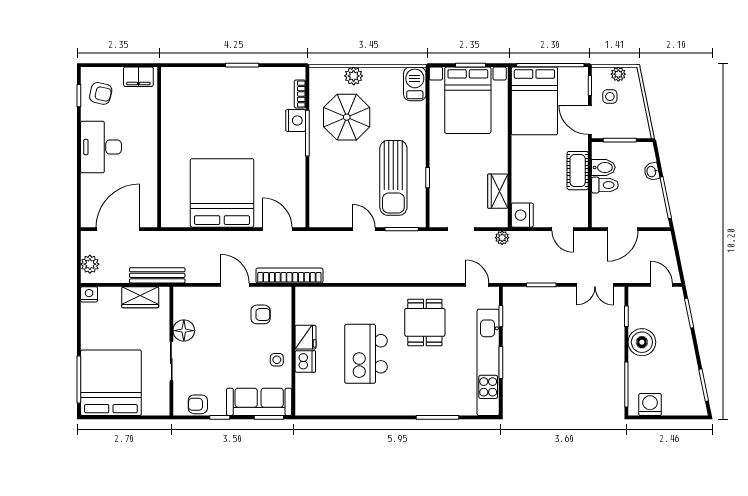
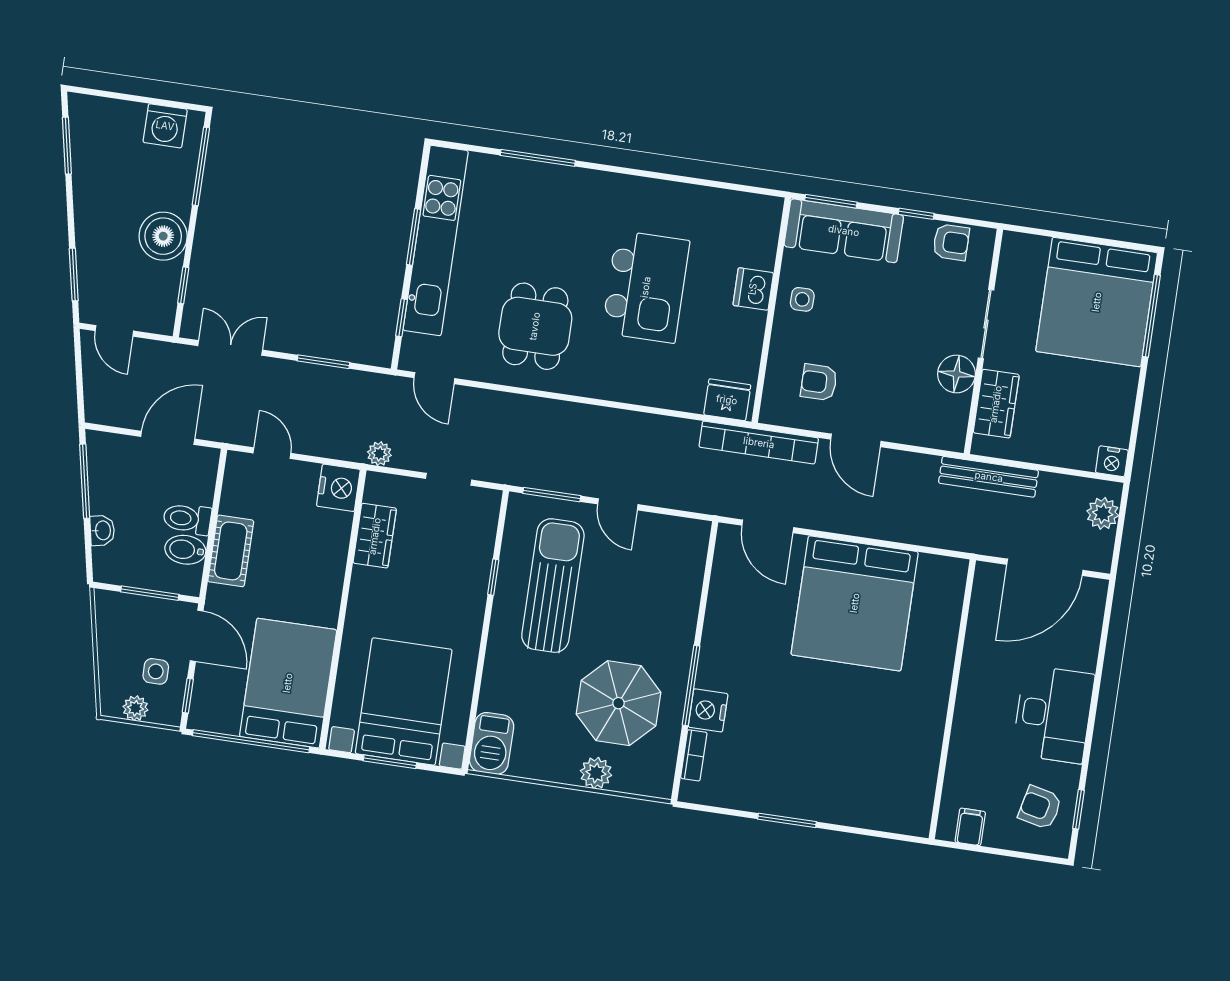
filing cabinet: (138, 77) -> (970, 827), width x0.50
wardrobe: (140, 297) -> (996, 404), moved, turned 90
fridge: (306, 337) -> (727, 400), moved, turned 90

